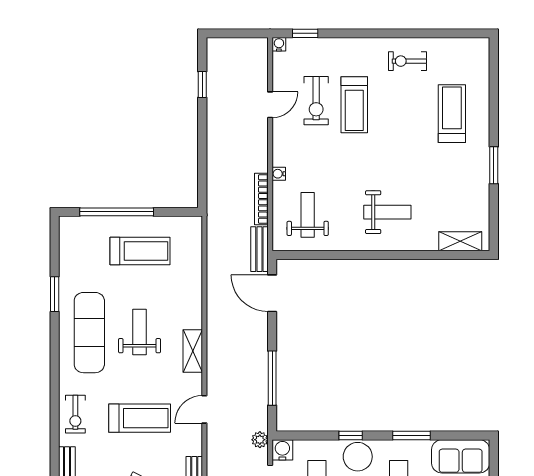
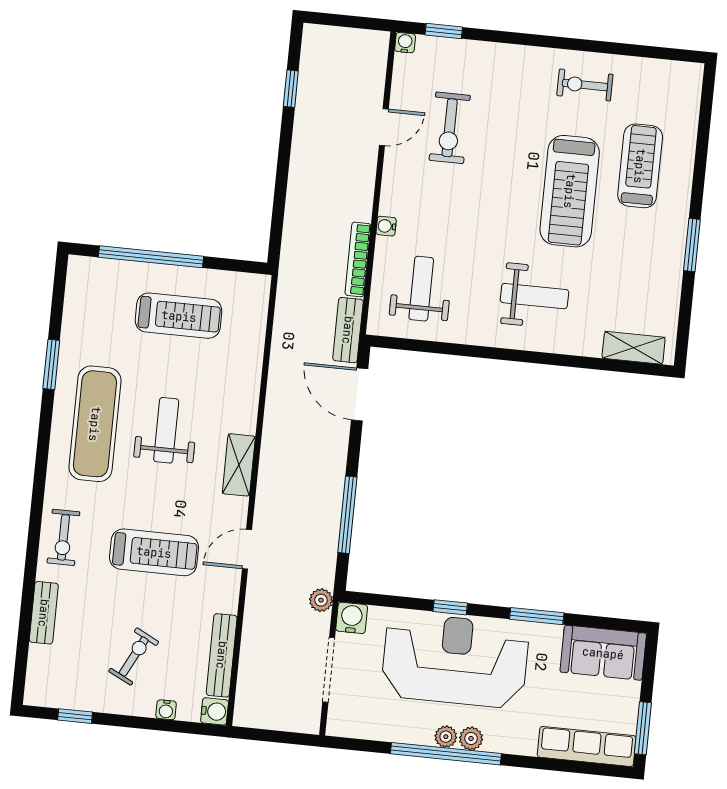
treadmill: (354, 105) -> (570, 191), moved, width x1.37, depth x1.38

